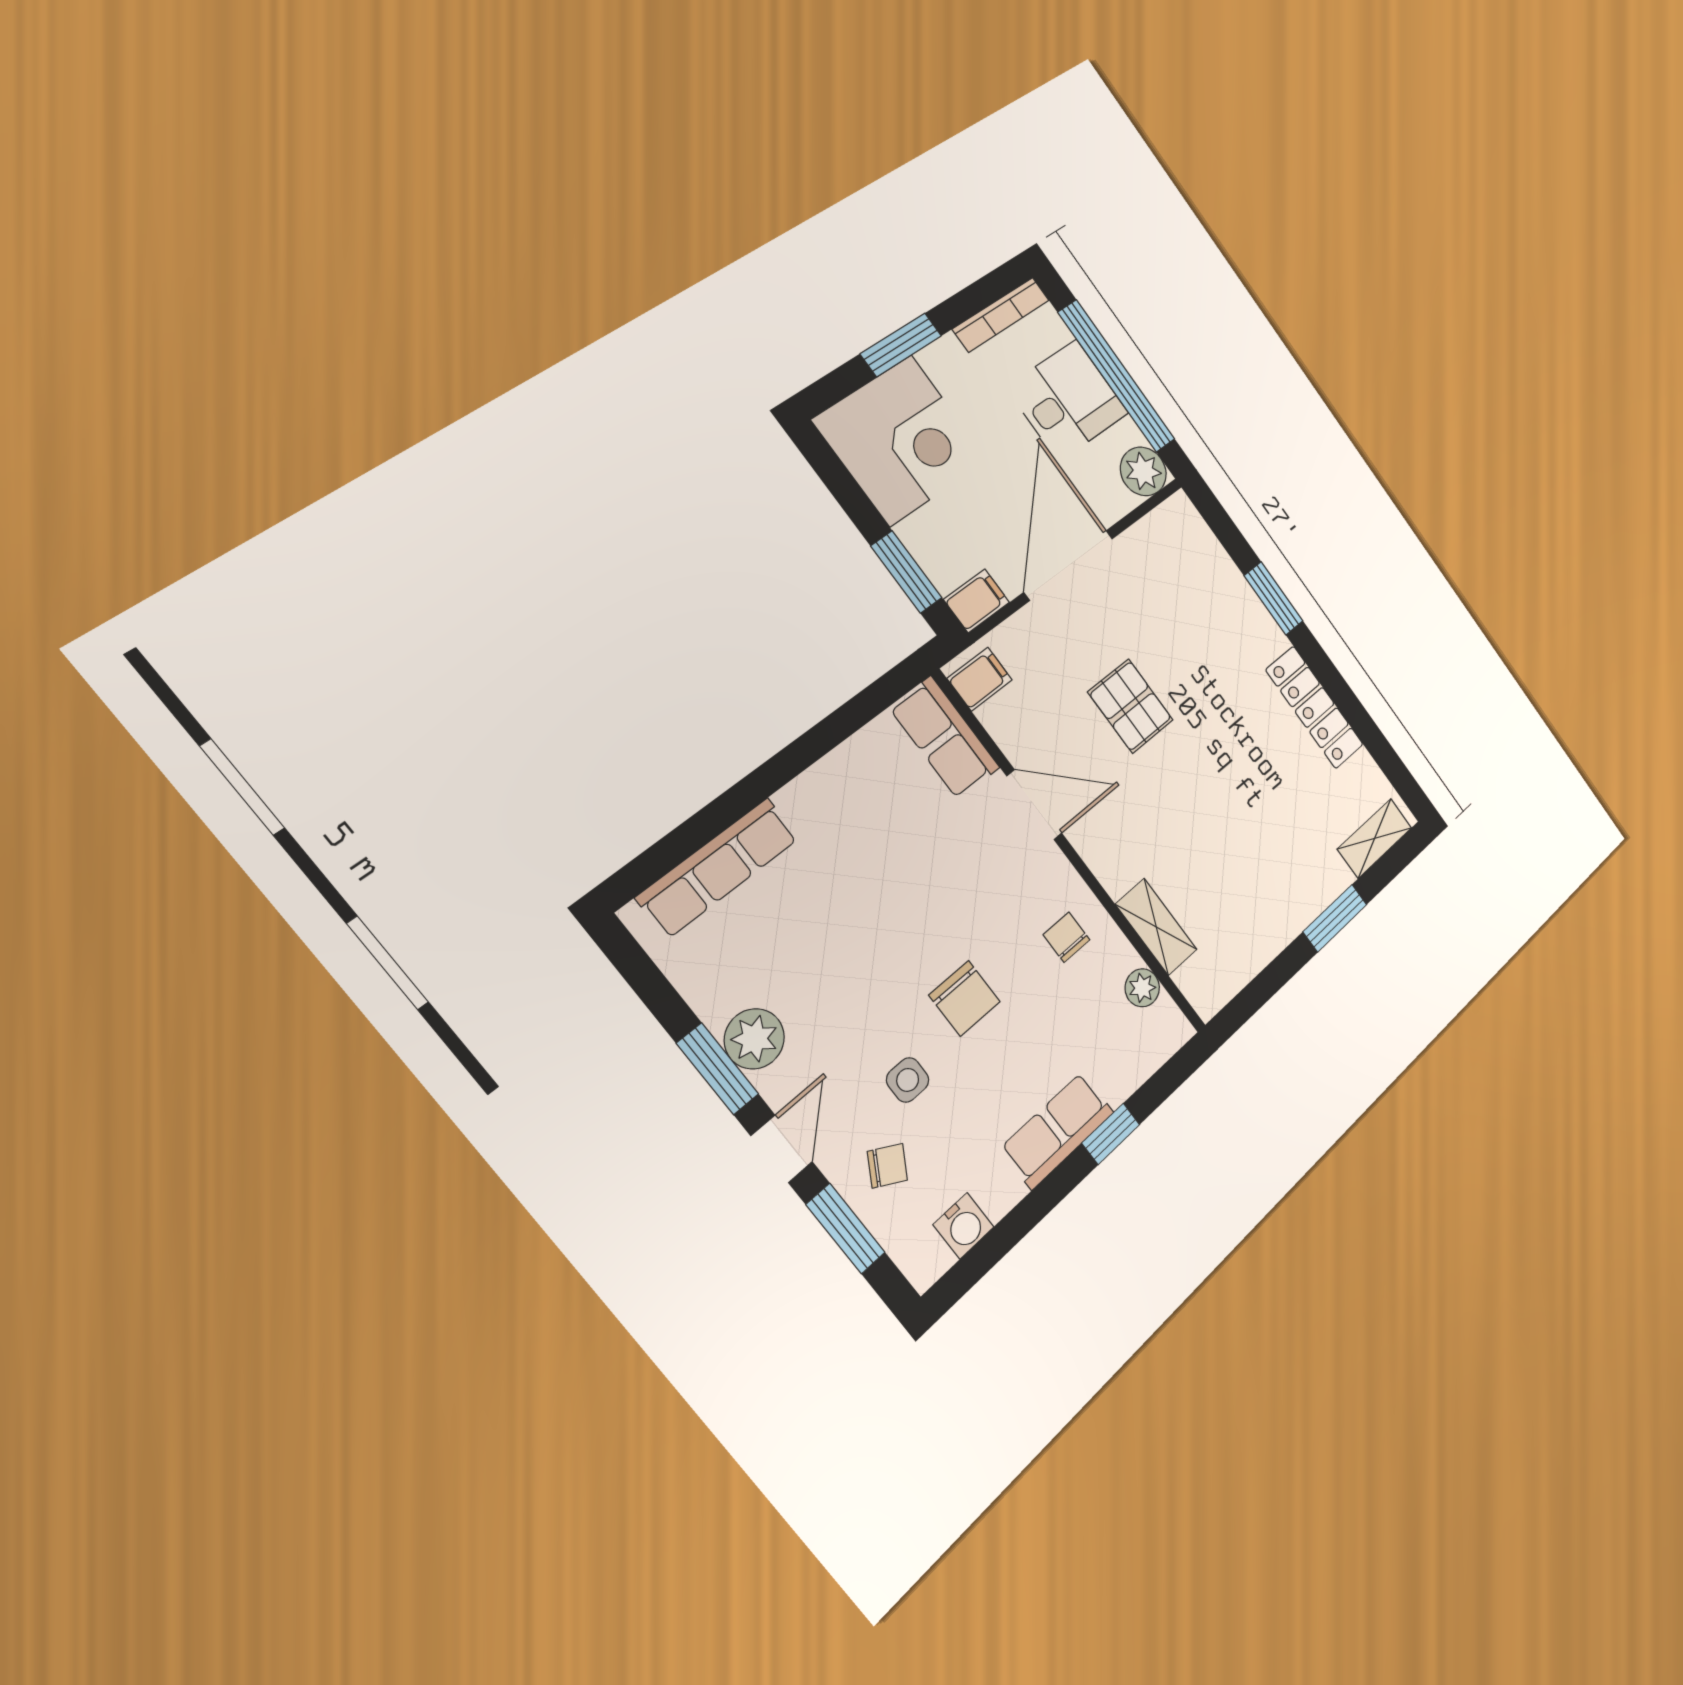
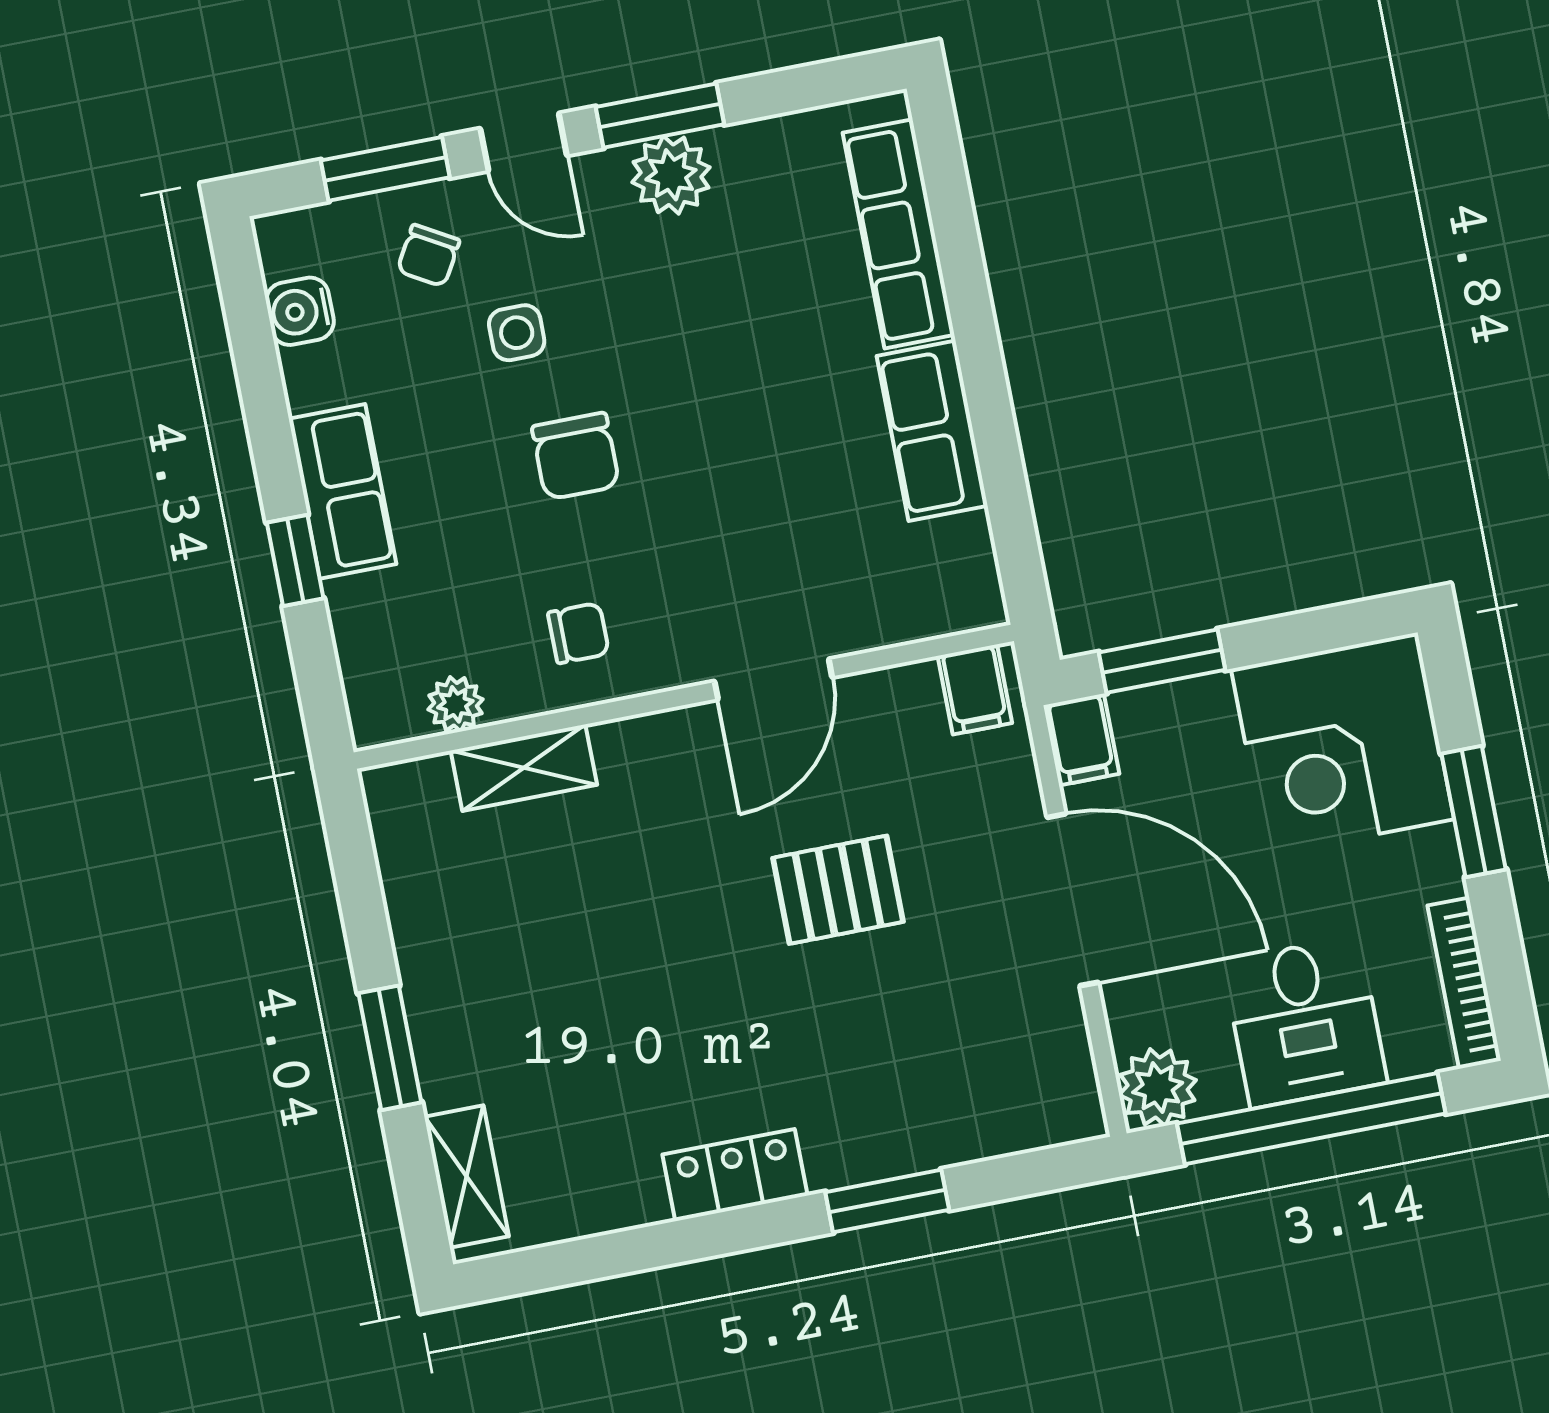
locker: (1315, 707) -> (735, 1175), width x0.66
row of seats: (945, 738) -> (932, 431), moved, turned -90
chair: (965, 998) -> (576, 456), turned -90

